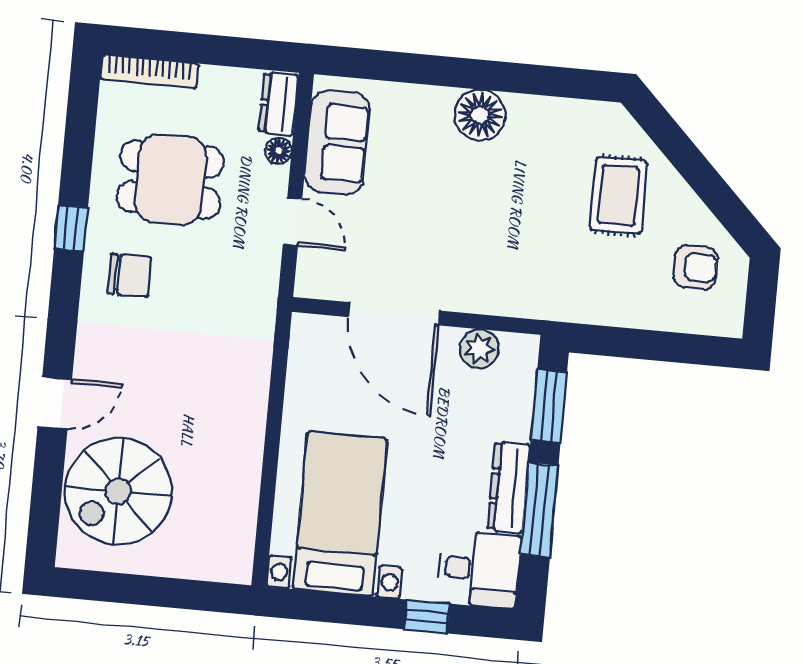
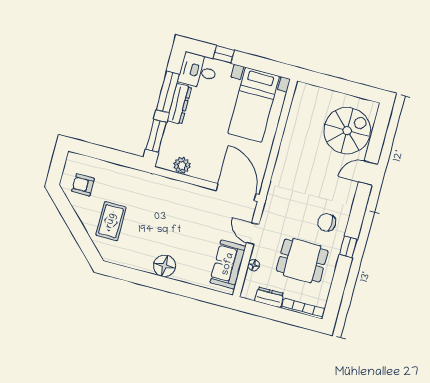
dresser: (279, 104) -> (269, 297), moved, turned -90
door: (394, 314) -> (236, 192), moved

